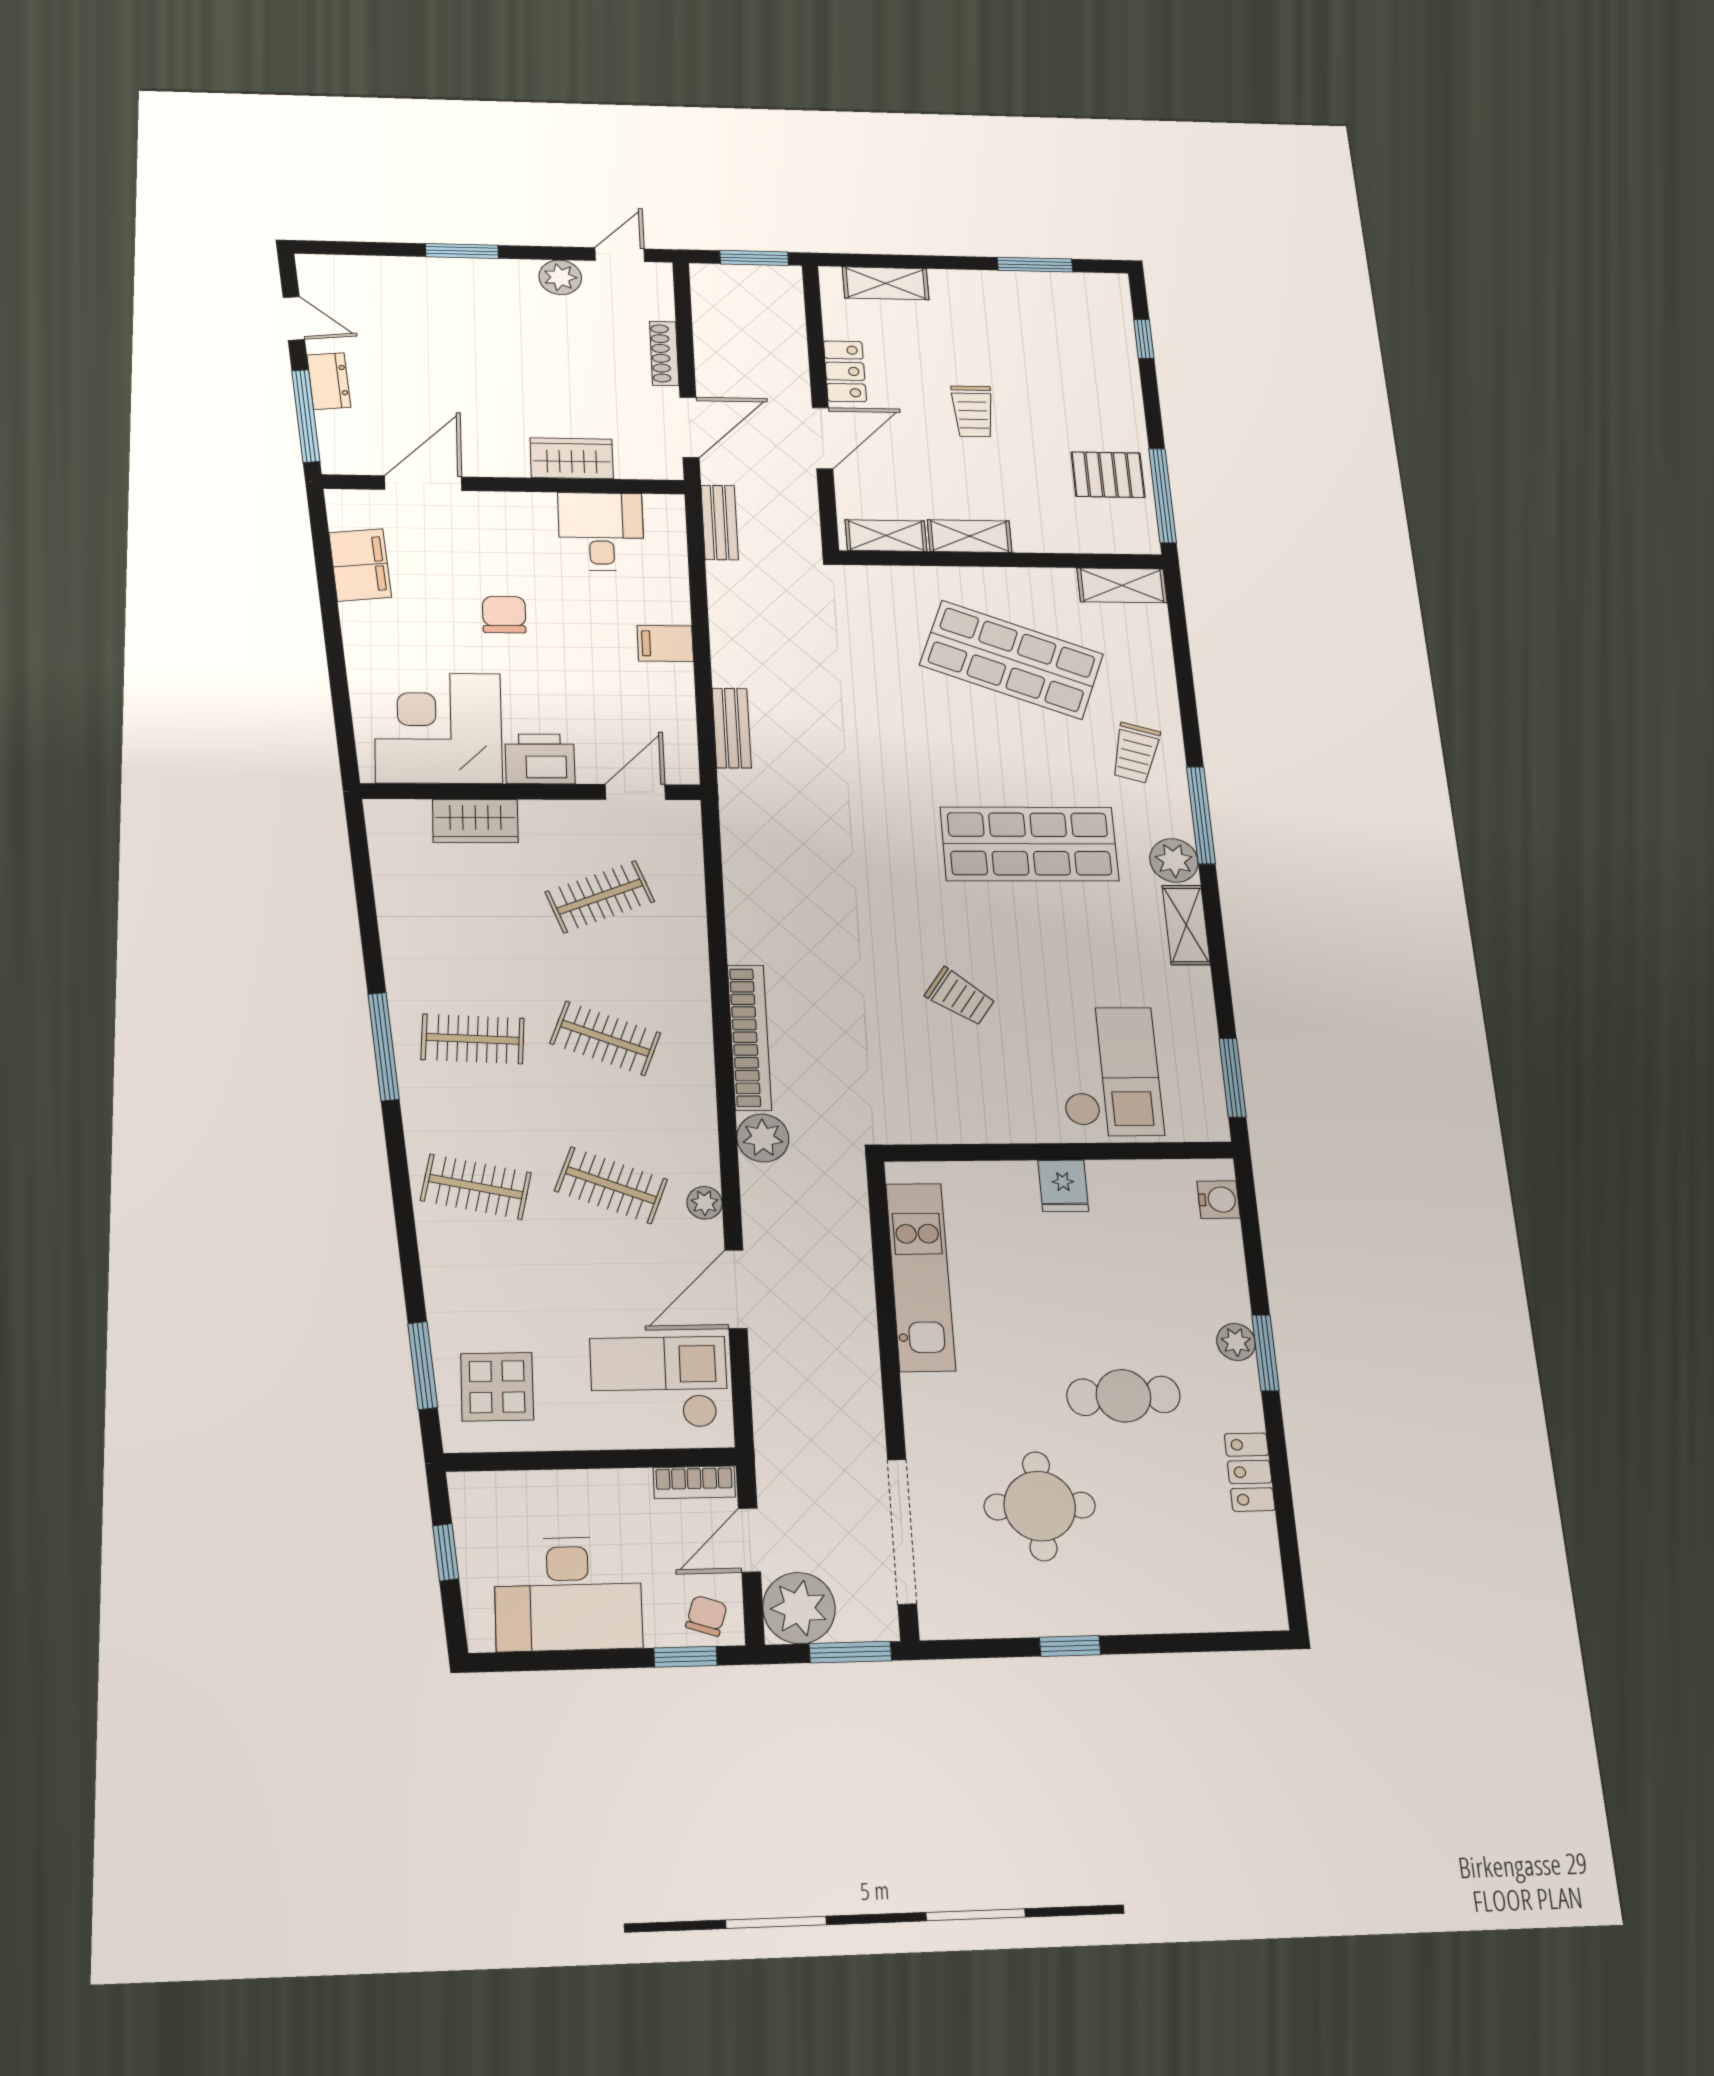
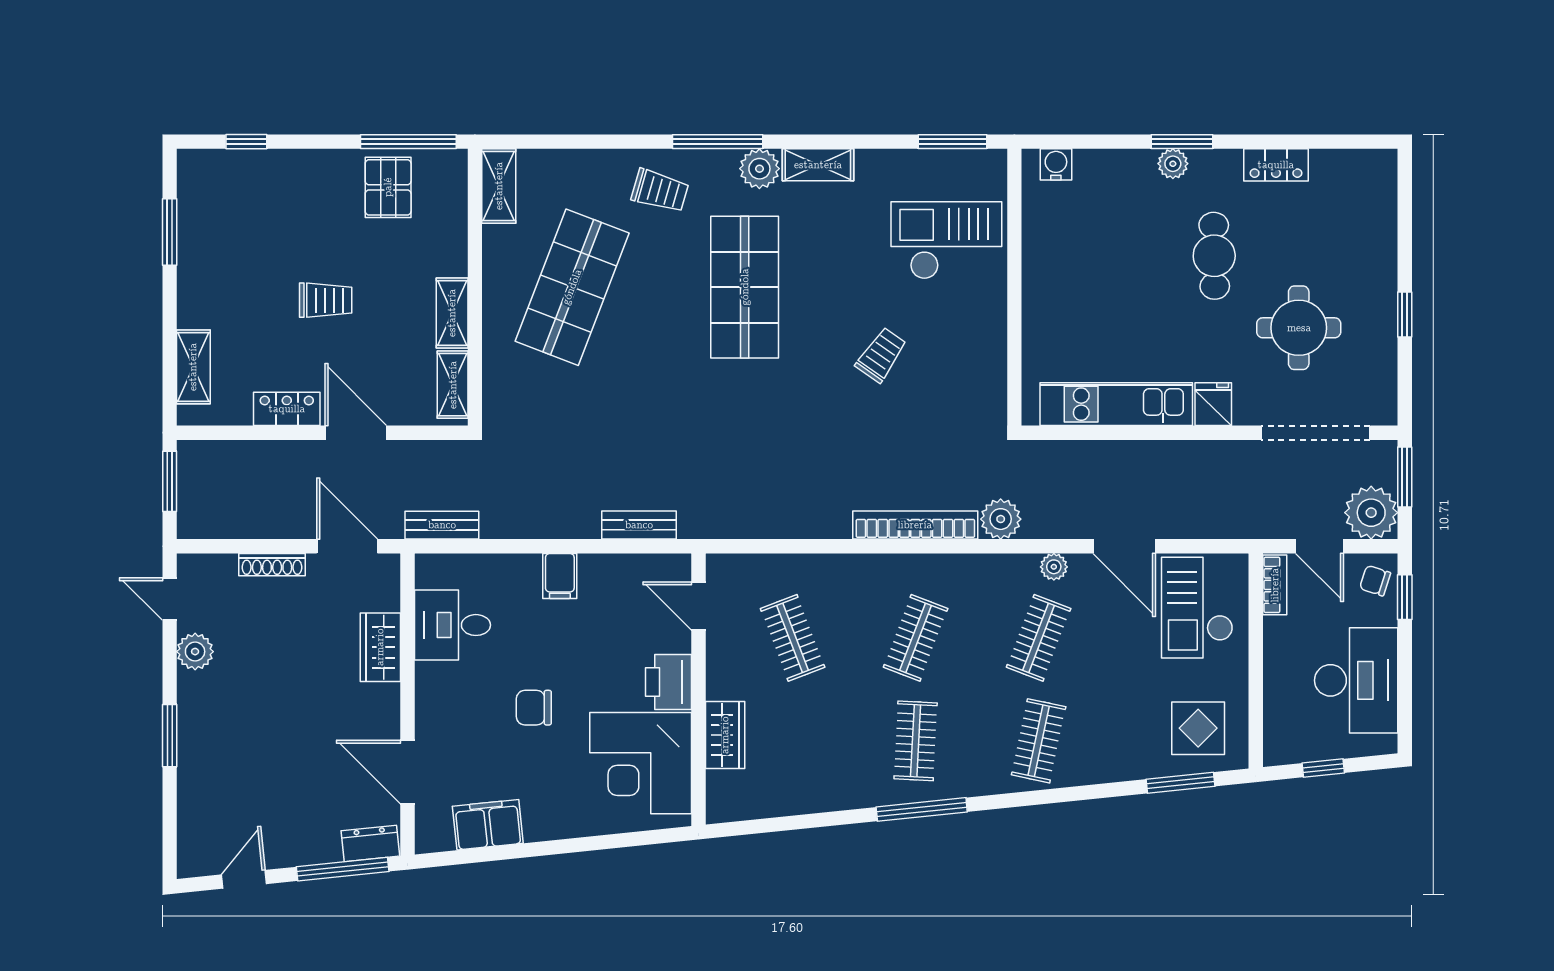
dresser: (329, 381) -> (370, 843), moved
fridge: (1063, 1186) -> (1213, 404), moved, turned -90

